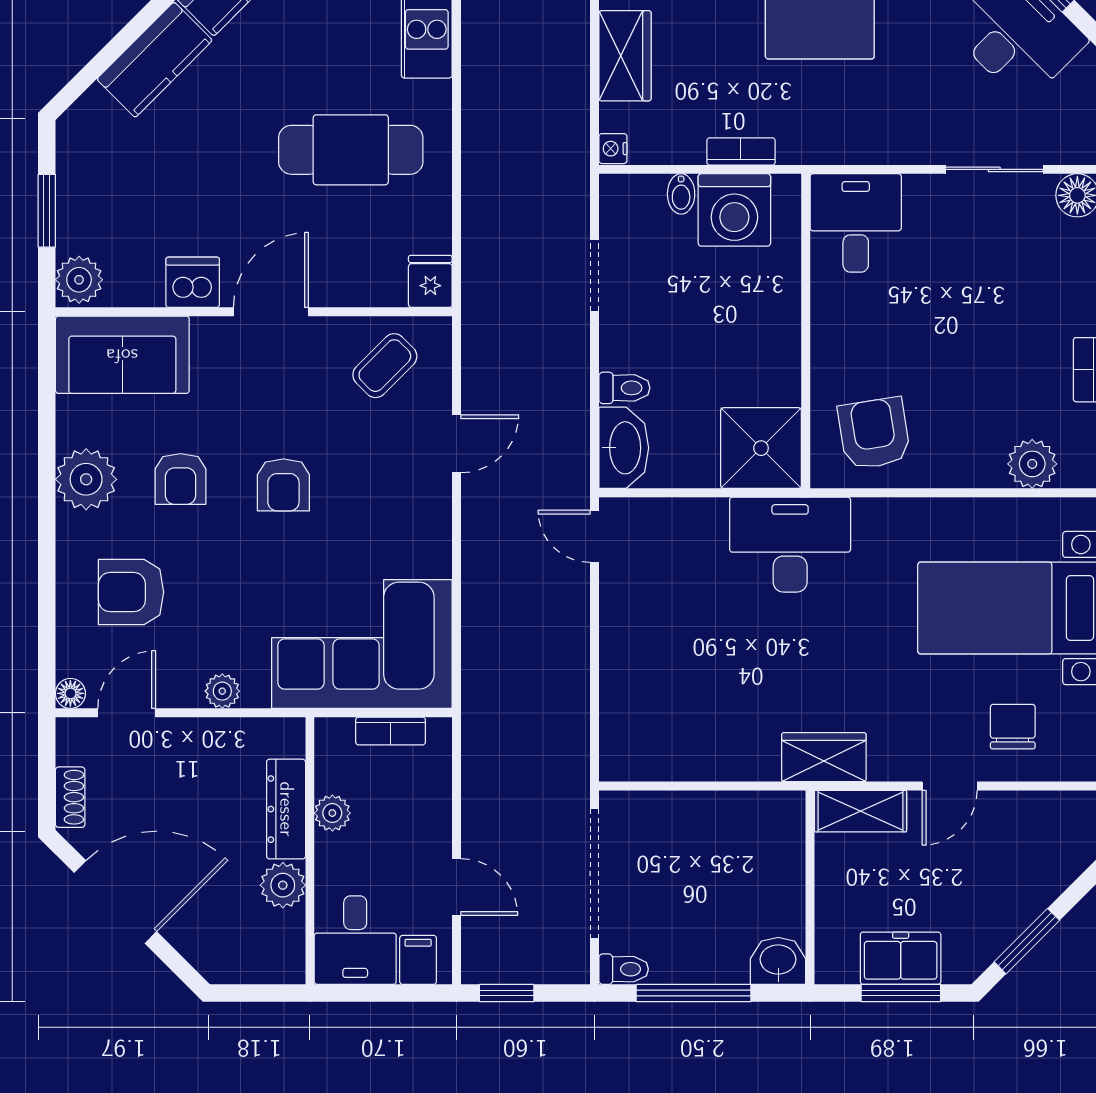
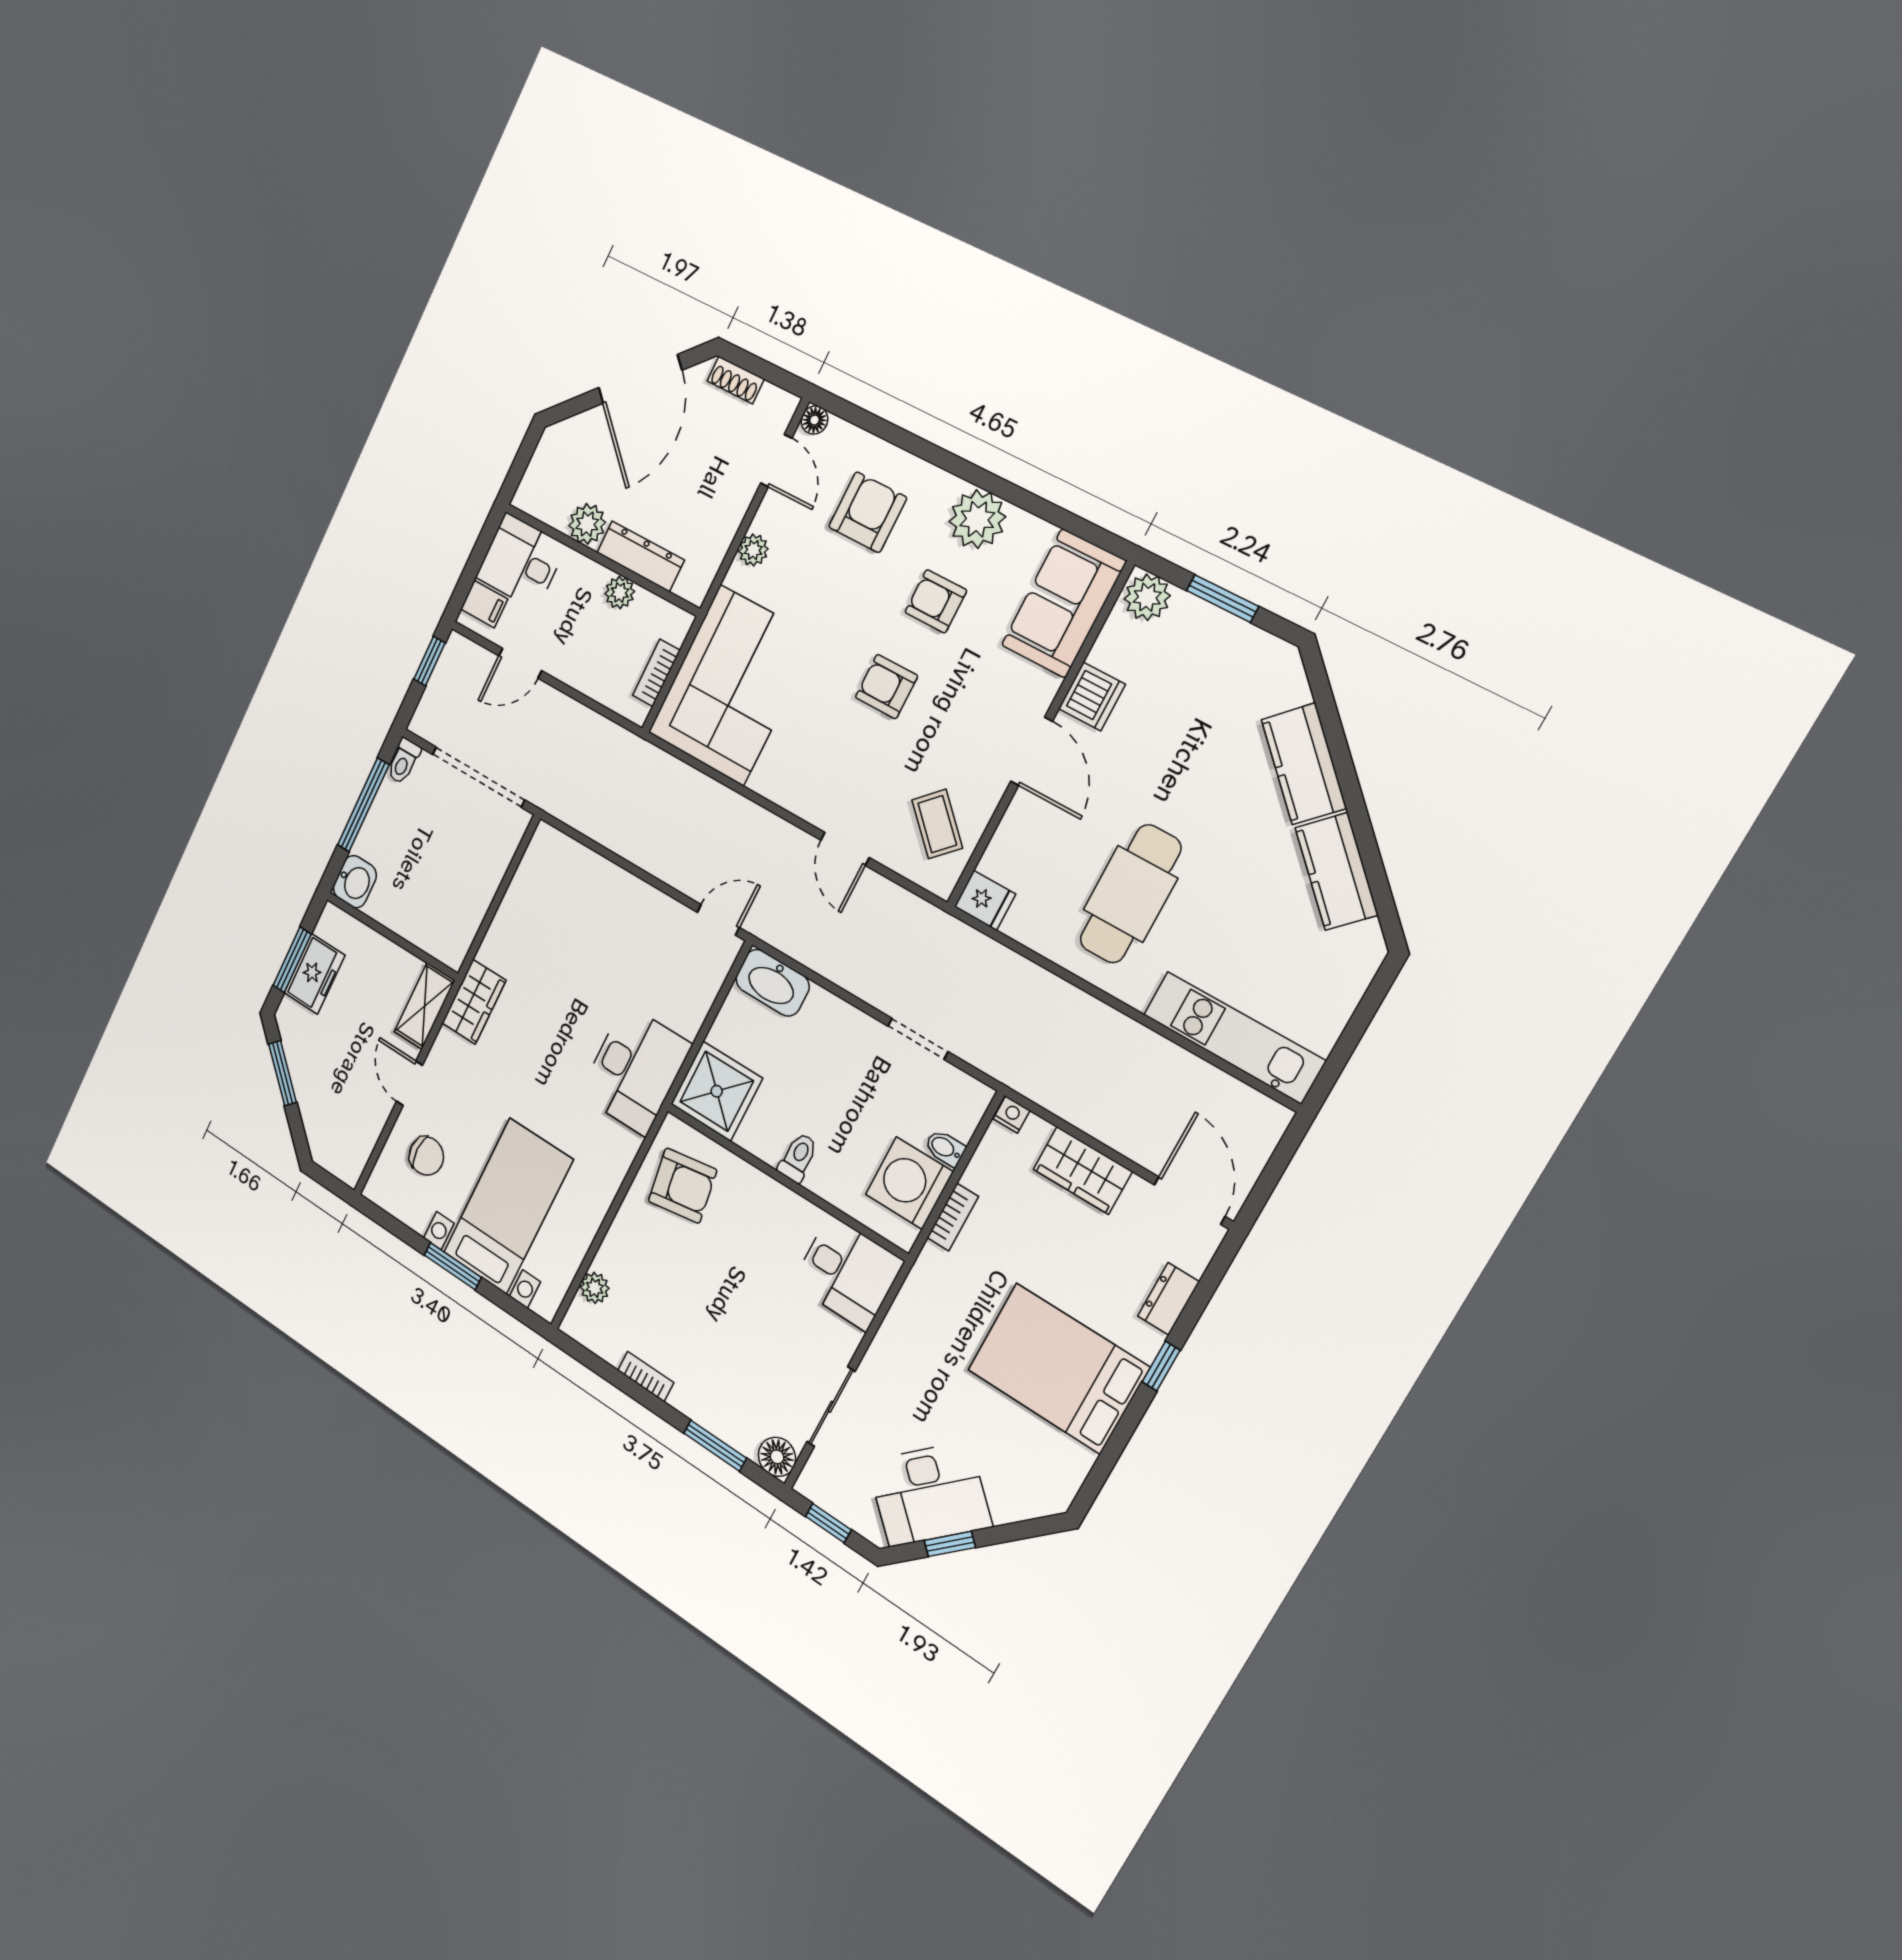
toilet: (624, 388) -> (798, 1157), moved, turned 180
plant: (1032, 464) -> (595, 1288), width x0.73, depth x0.73

